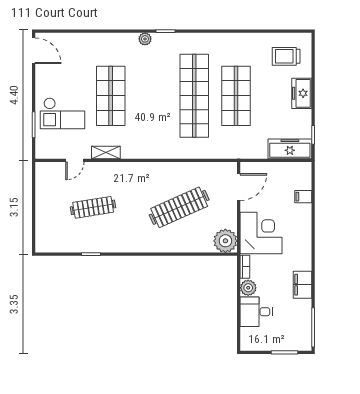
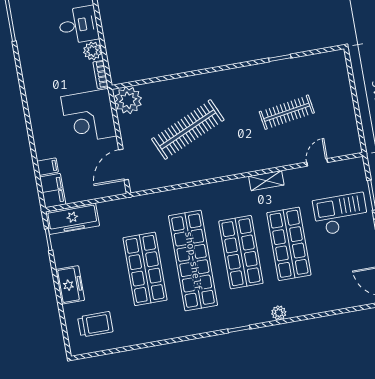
plant: (145, 39) -> (279, 313), moved
shop shelf: (152, 96) -> (241, 252), added
shelving: (106, 153) -> (266, 181), moved
filing cabinet: (303, 285) -> (53, 191), moved

